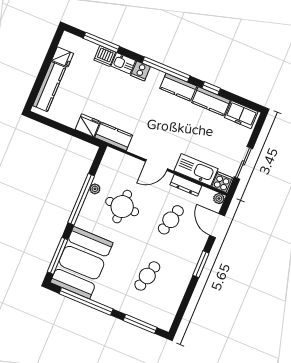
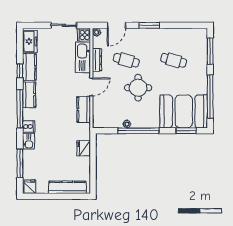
dishwasher: (105, 56) -> (29, 157), removed
fridge: (63, 57) -> (30, 187), moved
kitchen counter: (114, 136) -> (84, 109), moved
door: (157, 165) -> (91, 87), hinge flipped
round table: (122, 207) -> (138, 88), moved
window: (58, 256) -> (186, 131), width x0.69

